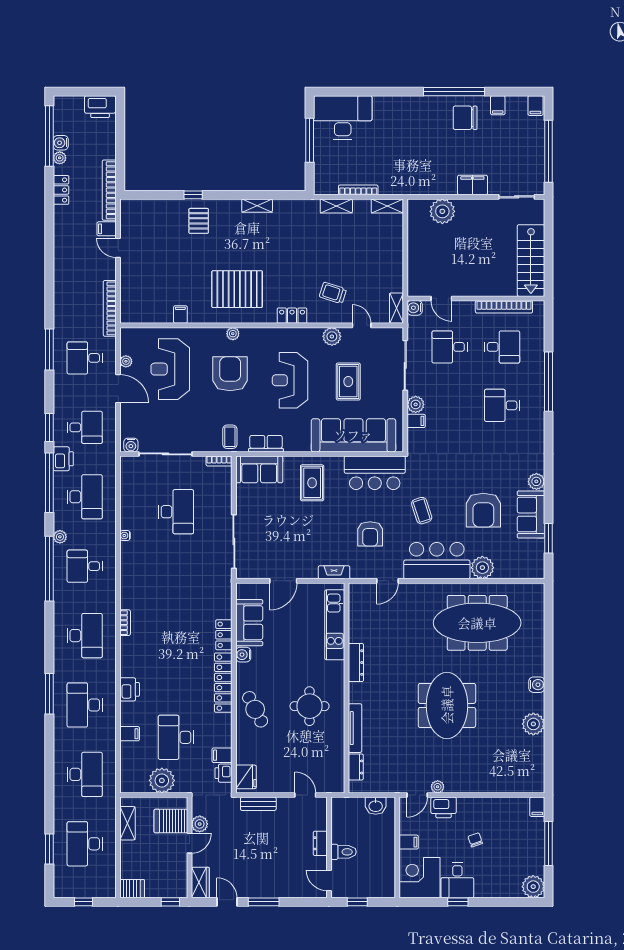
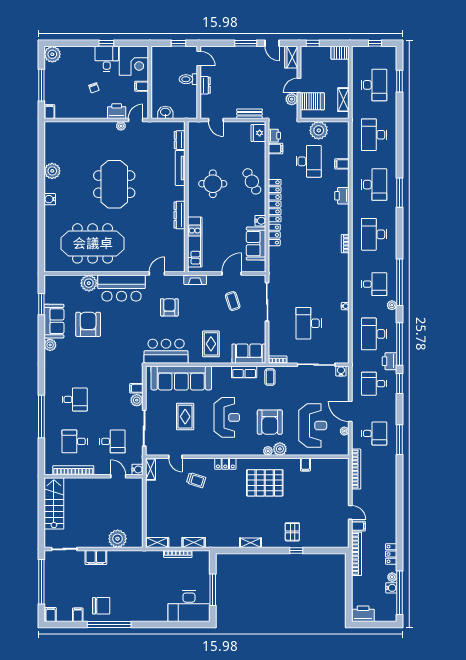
plant: (332, 336) -> (280, 449), moved
coffee table: (422, 511) -> (233, 301), moved

